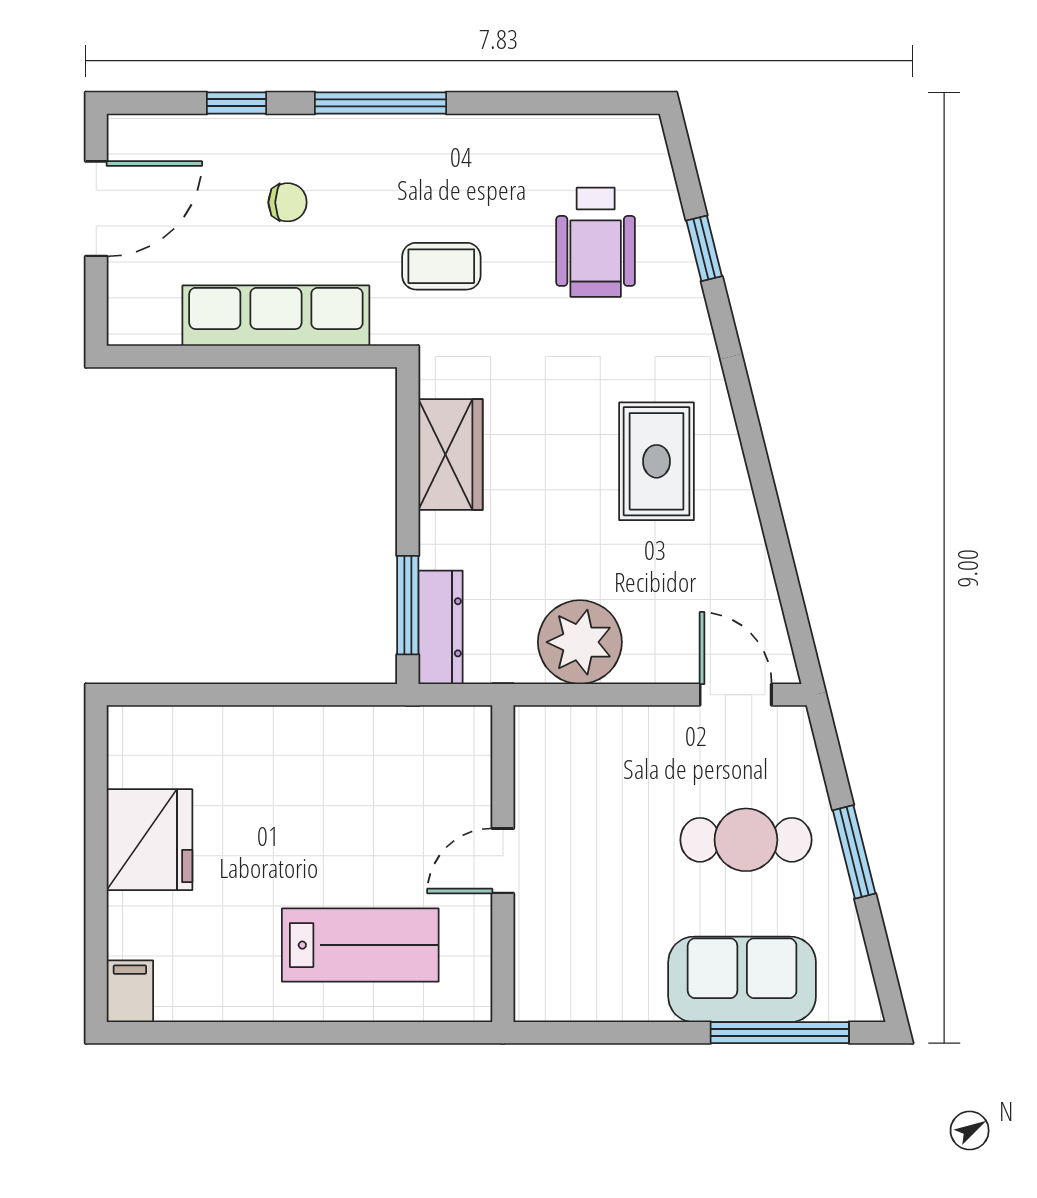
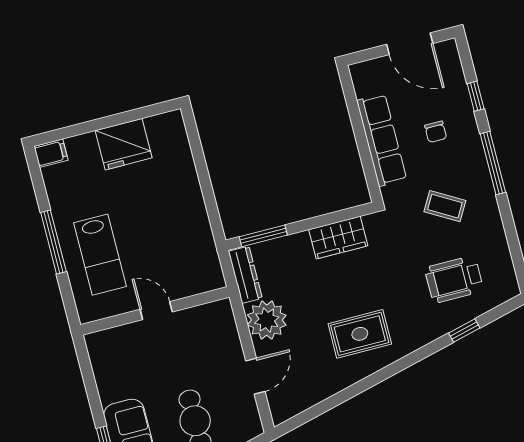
coffee table: (441, 266) -> (445, 206), moved, turned -60
dresser: (441, 627) -> (245, 275), moved, turned -90
door: (736, 695) -> (255, 376), moved
window: (311, 1033) -> (53, 242), added

